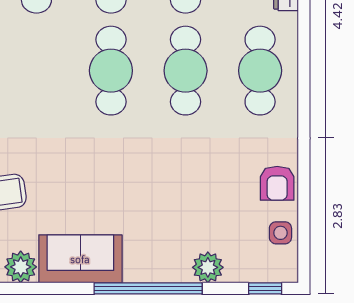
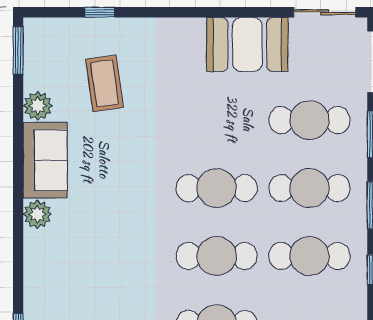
plant: (208, 267) -> (37, 214), moved
window: (148, 288) -> (18, 222), removed

